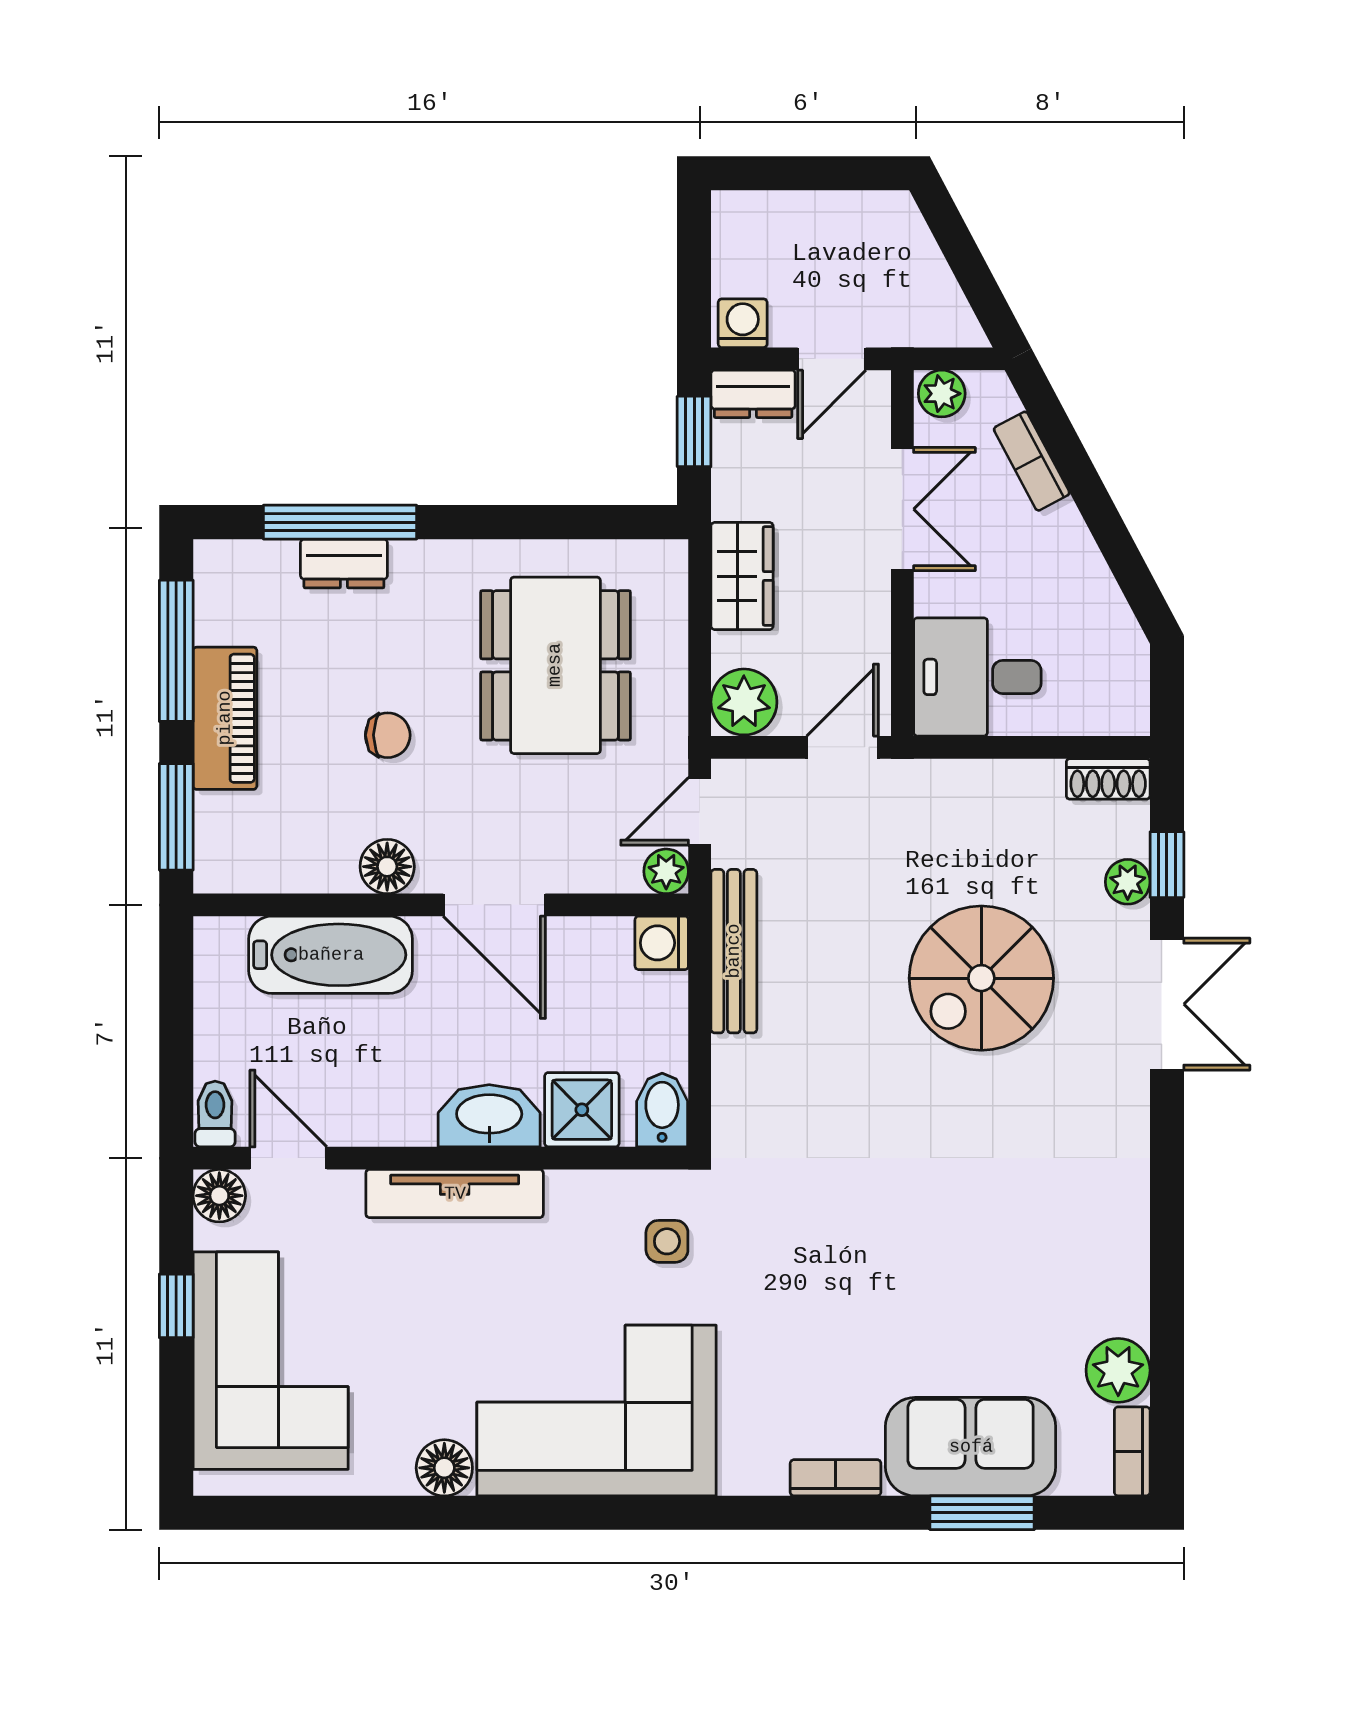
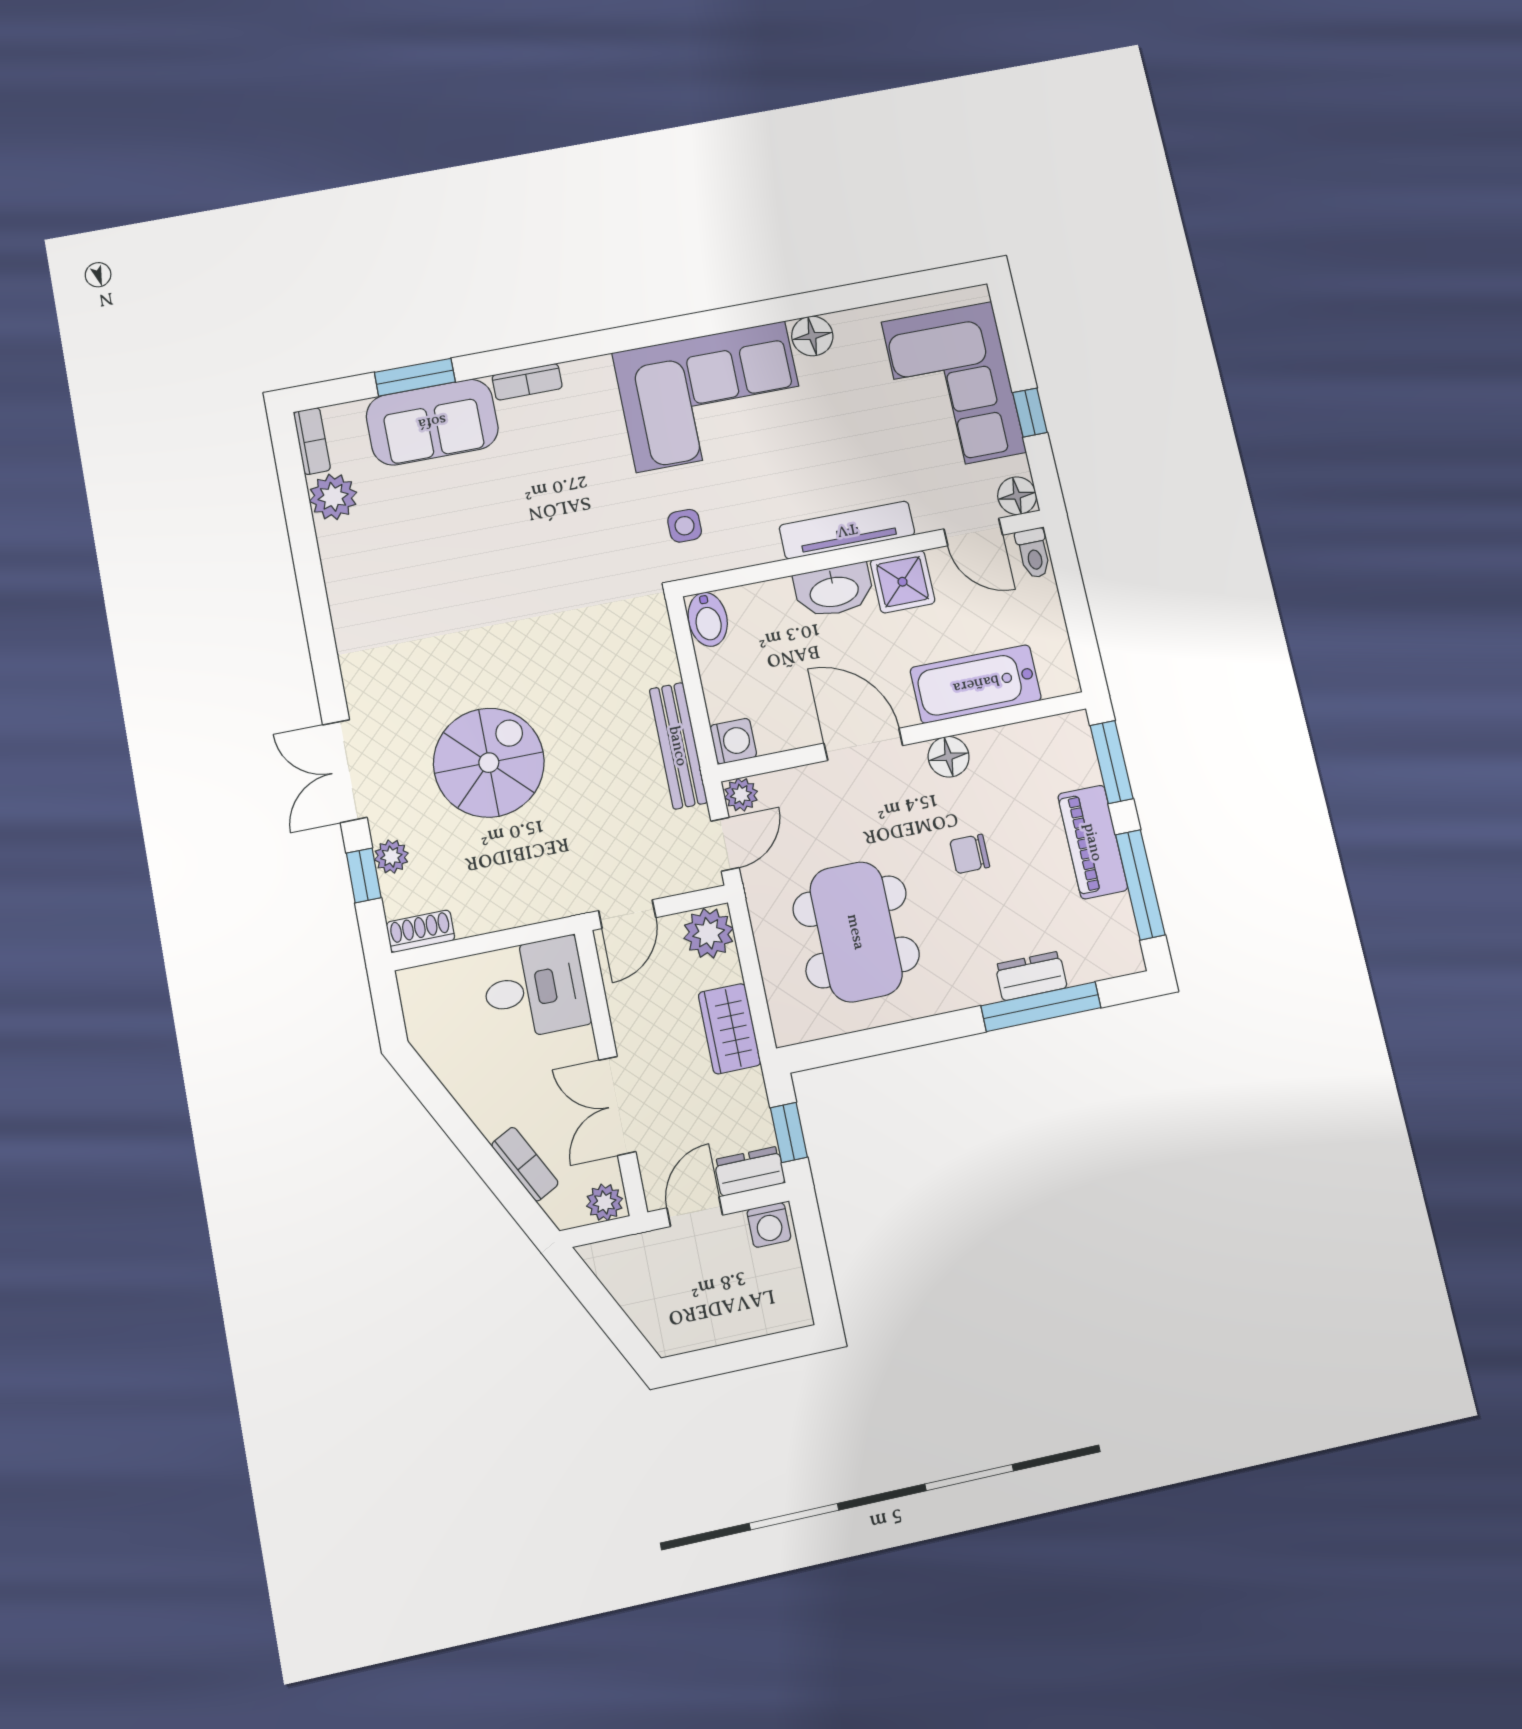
shower: (582, 1110) -> (903, 582), moved

